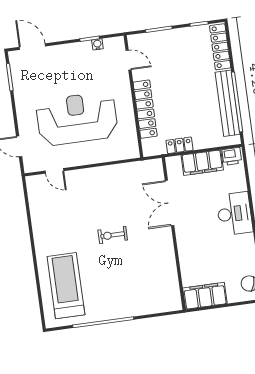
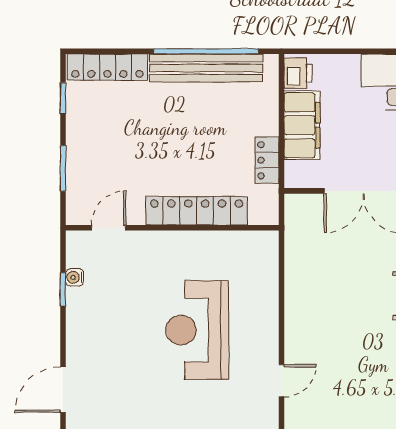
reception desk: (77, 119) -> (197, 330), width x0.74, depth x0.77

